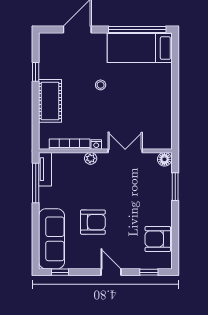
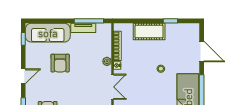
tv unit: (45, 169) -> (83, 28), moved

